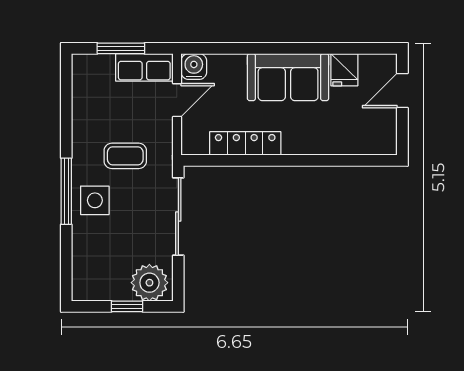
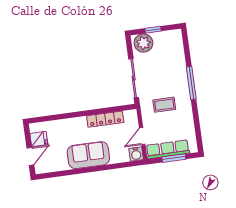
row of seats: (144, 67) -> (168, 149), width x1.48
fridge: (344, 70) -> (39, 139), moved, turned 90
side table: (95, 200) -> (176, 80), removed

